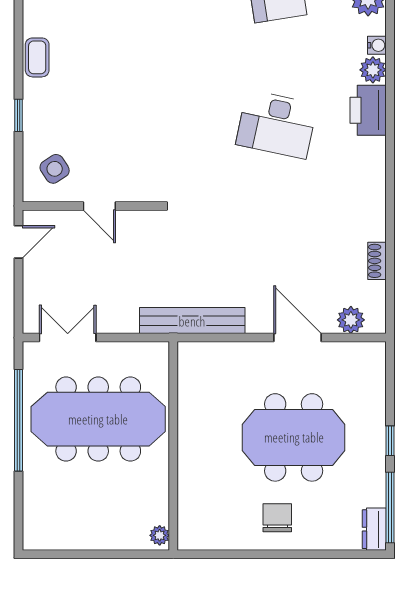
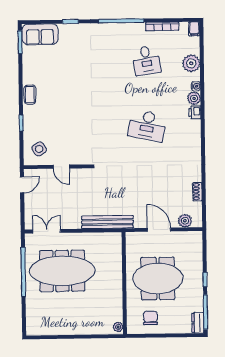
printer: (368, 110) -> (195, 112), width x0.53, depth x0.68
wall: (173, 446) -> (124, 283), moved
plant: (160, 535) -> (118, 327), moved

